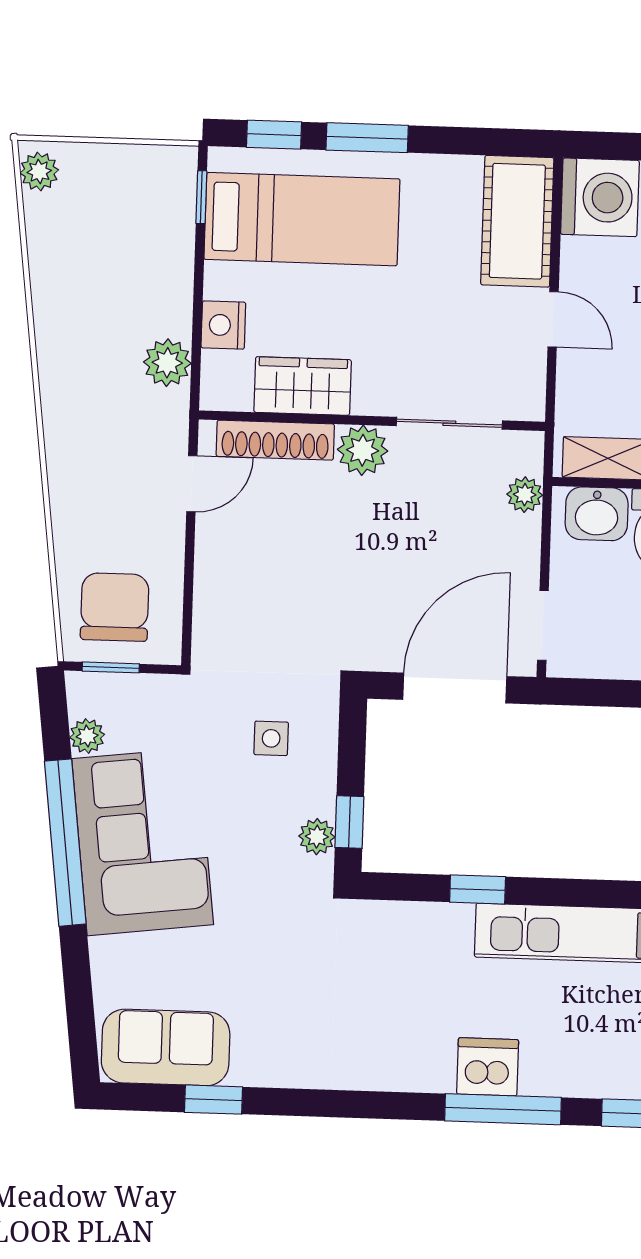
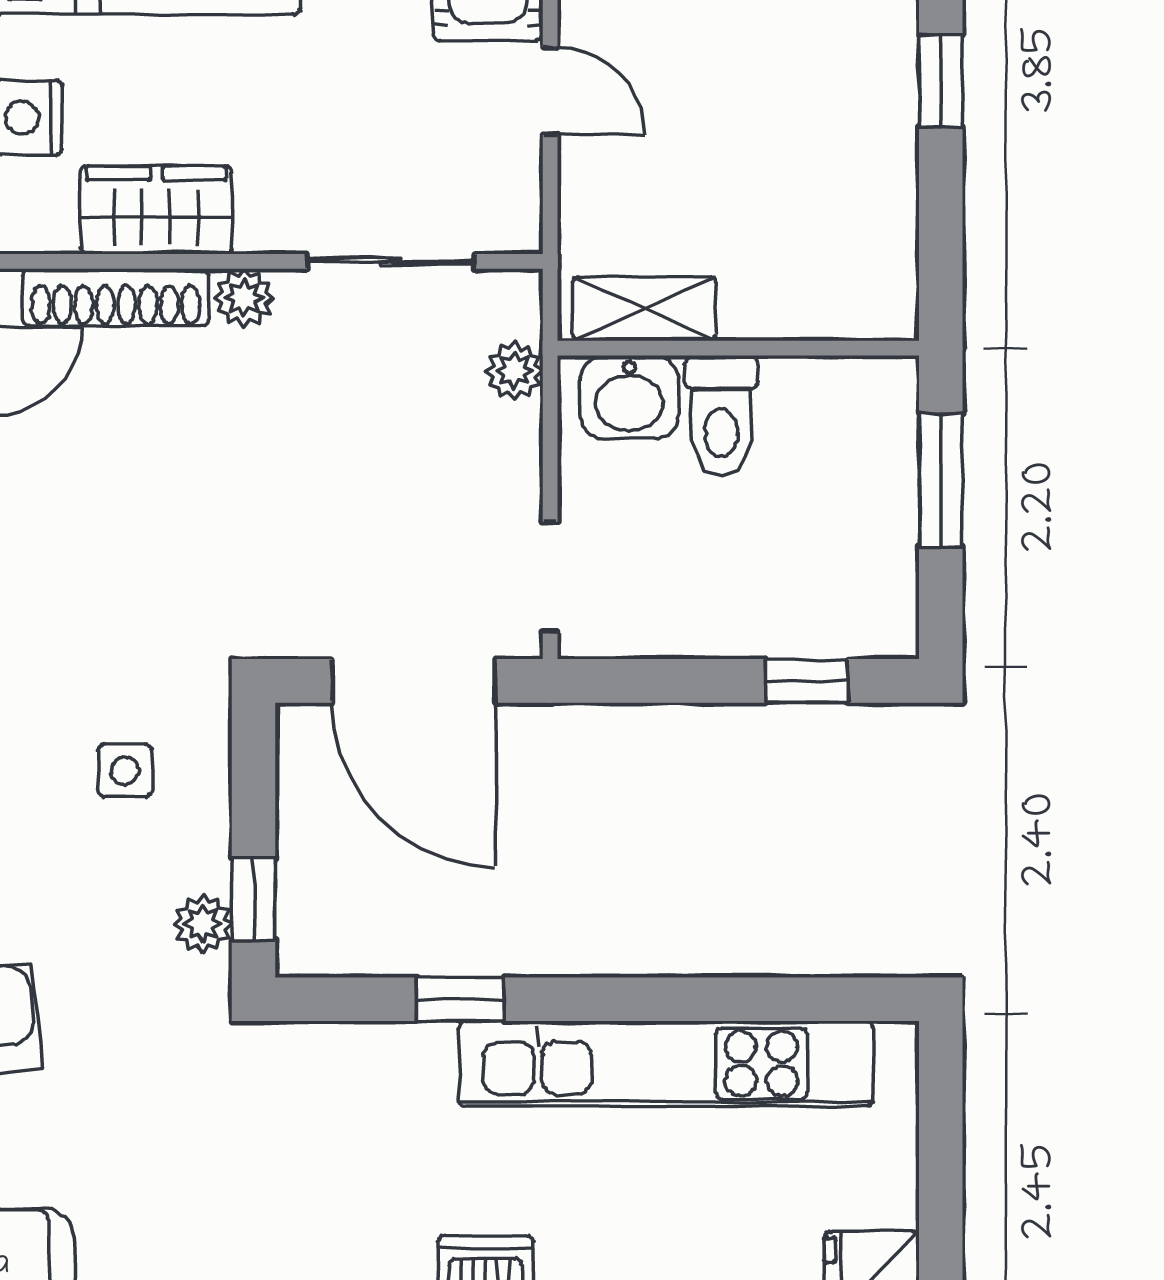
plant: (363, 450) -> (244, 298), width x0.73, depth x0.73
door: (455, 688) -> (414, 681), swing flipped

